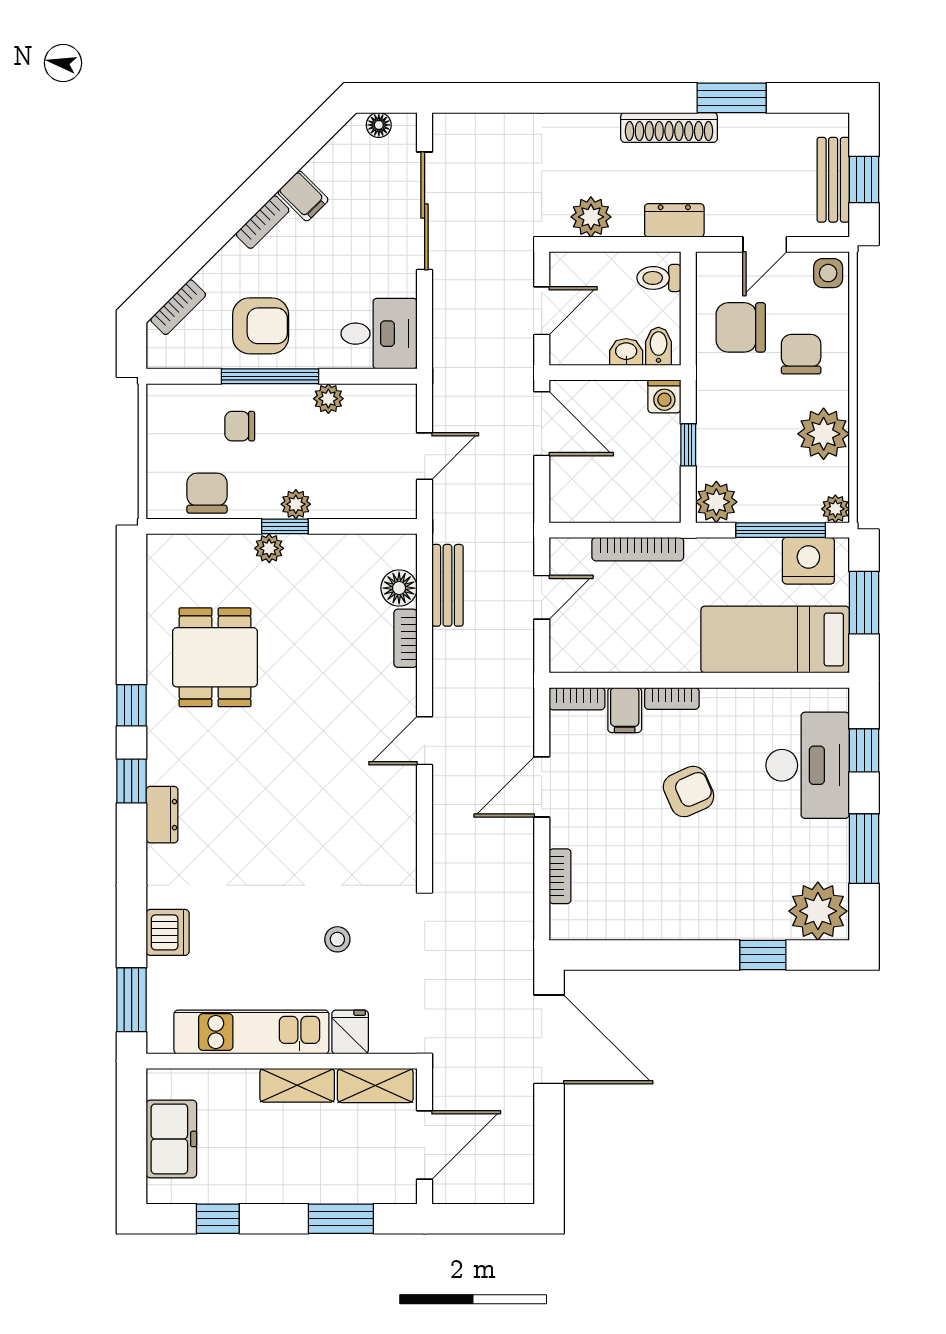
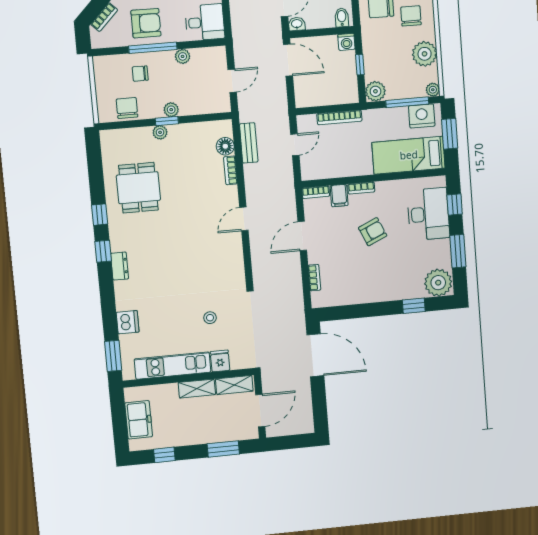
washbasin: (626, 352) -> (297, 24), moved

